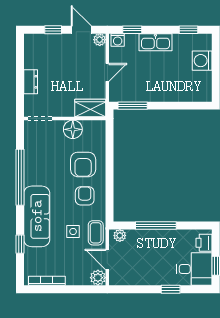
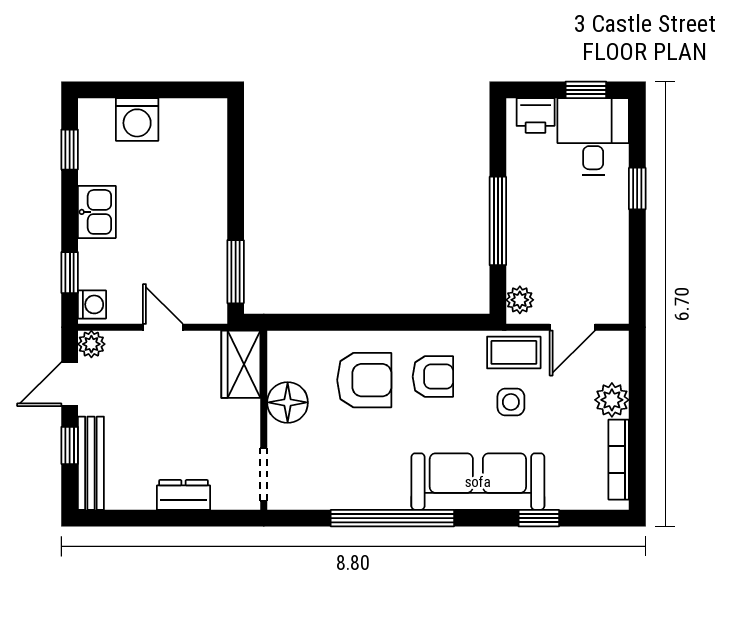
bench: (45, 39) -> (91, 463), added
kitchen sink: (155, 42) -> (97, 212), width x0.73
armchair: (85, 196) -> (433, 377), turned 180
plant: (98, 278) -> (612, 400), moved

